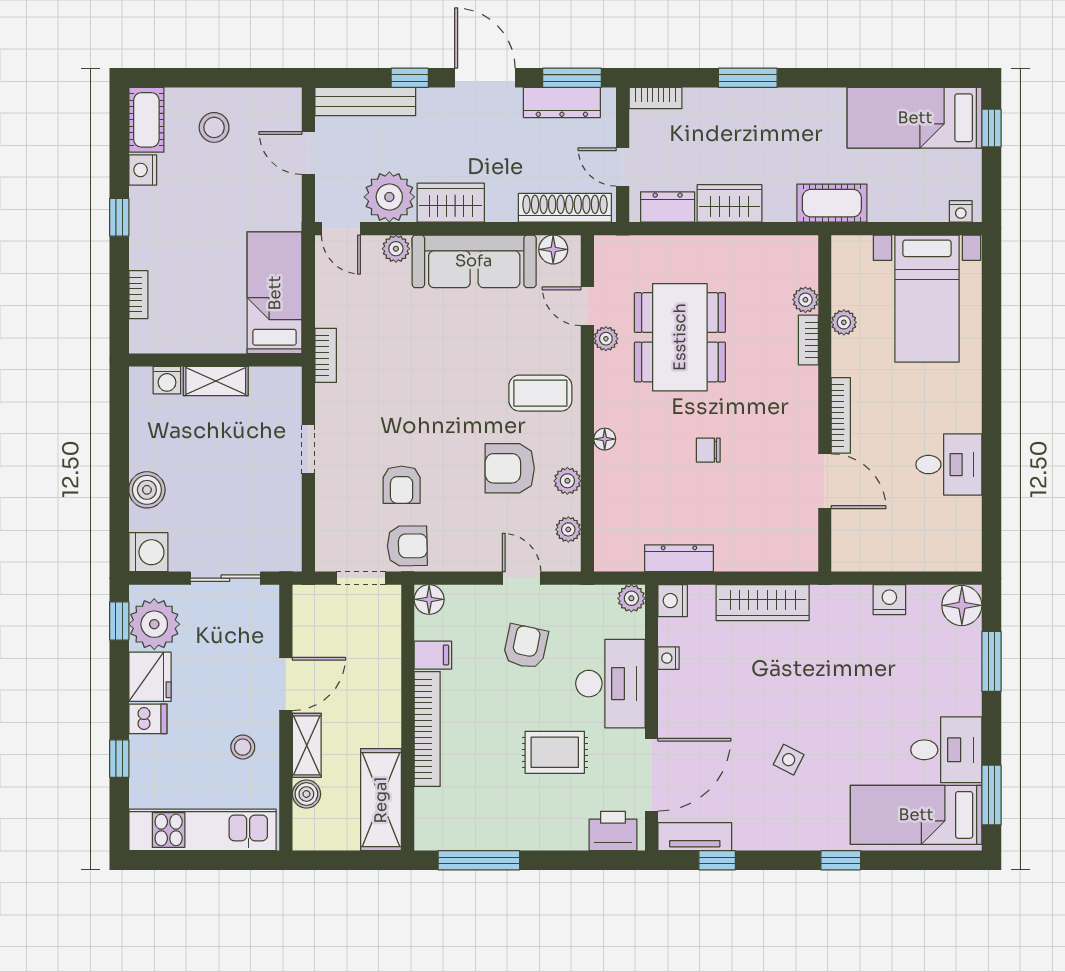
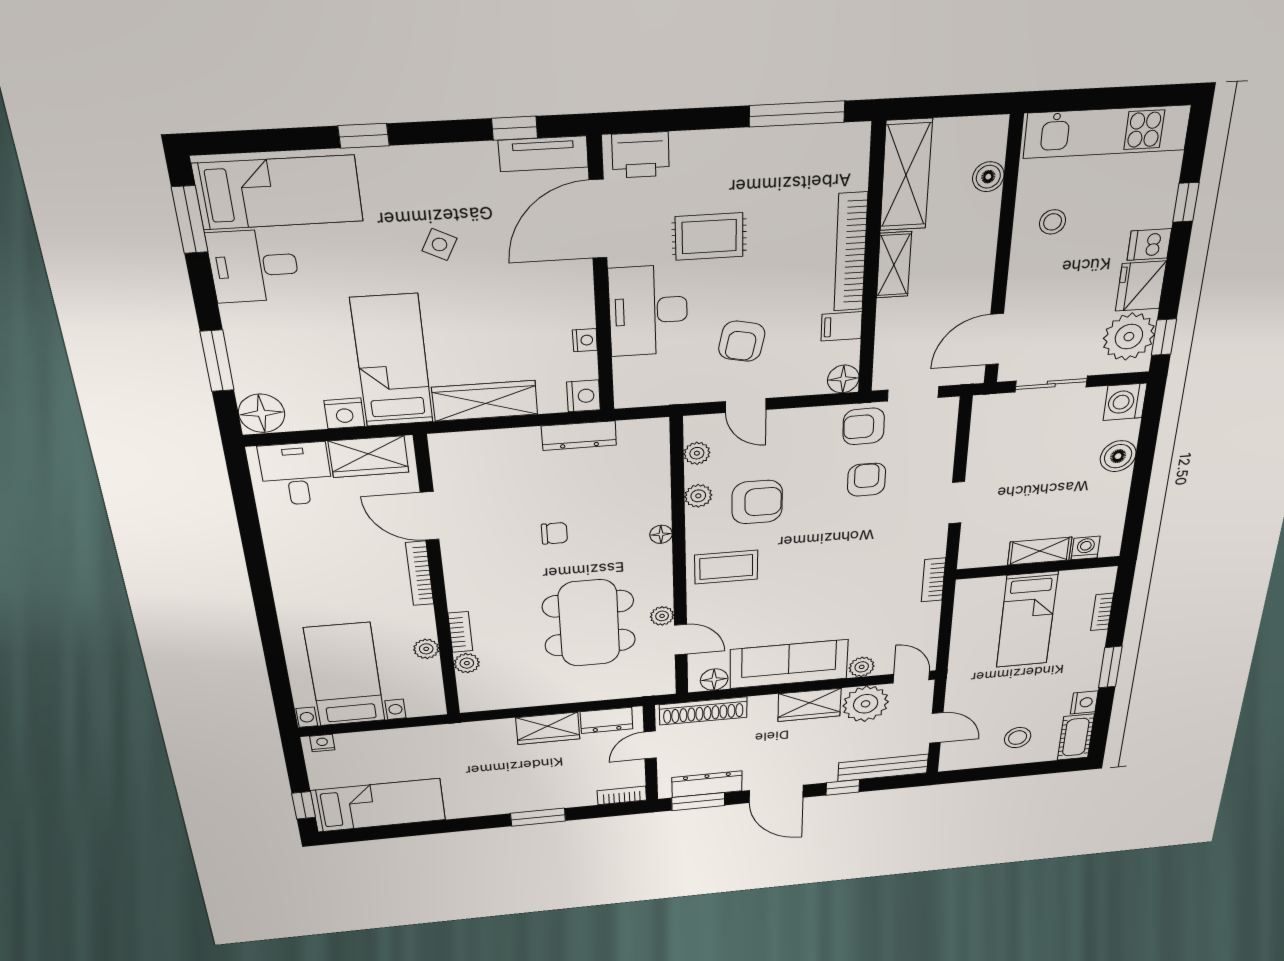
door: (623, 167) -> (650, 745), swing flipped
cot: (832, 203) -> (449, 738), removed
window: (119, 217) -> (1110, 667), width x1.50
bed: (275, 293) -> (1027, 620), moved
desk: (949, 465) -> (296, 474), moved, turned 90
wardrobe: (873, 552) -> (369, 457), added
plant: (631, 598) -> (628, 395), removed
bed: (841, 650) -> (392, 361), added
door: (286, 684) -> (995, 339), moved
shelving: (307, 745) -> (894, 265), moved

